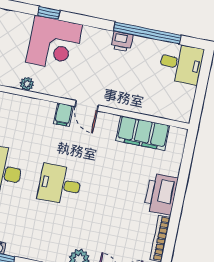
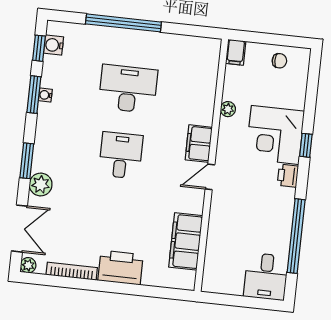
window: (49, 13) -> (306, 145), moved
printer: (122, 41) -> (288, 176), moved
filing cabinet: (63, 115) -> (199, 144), width x2.00

